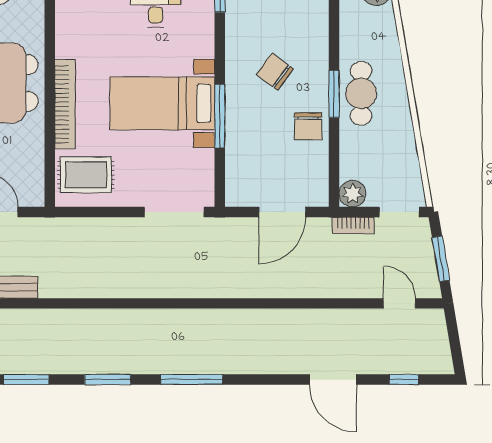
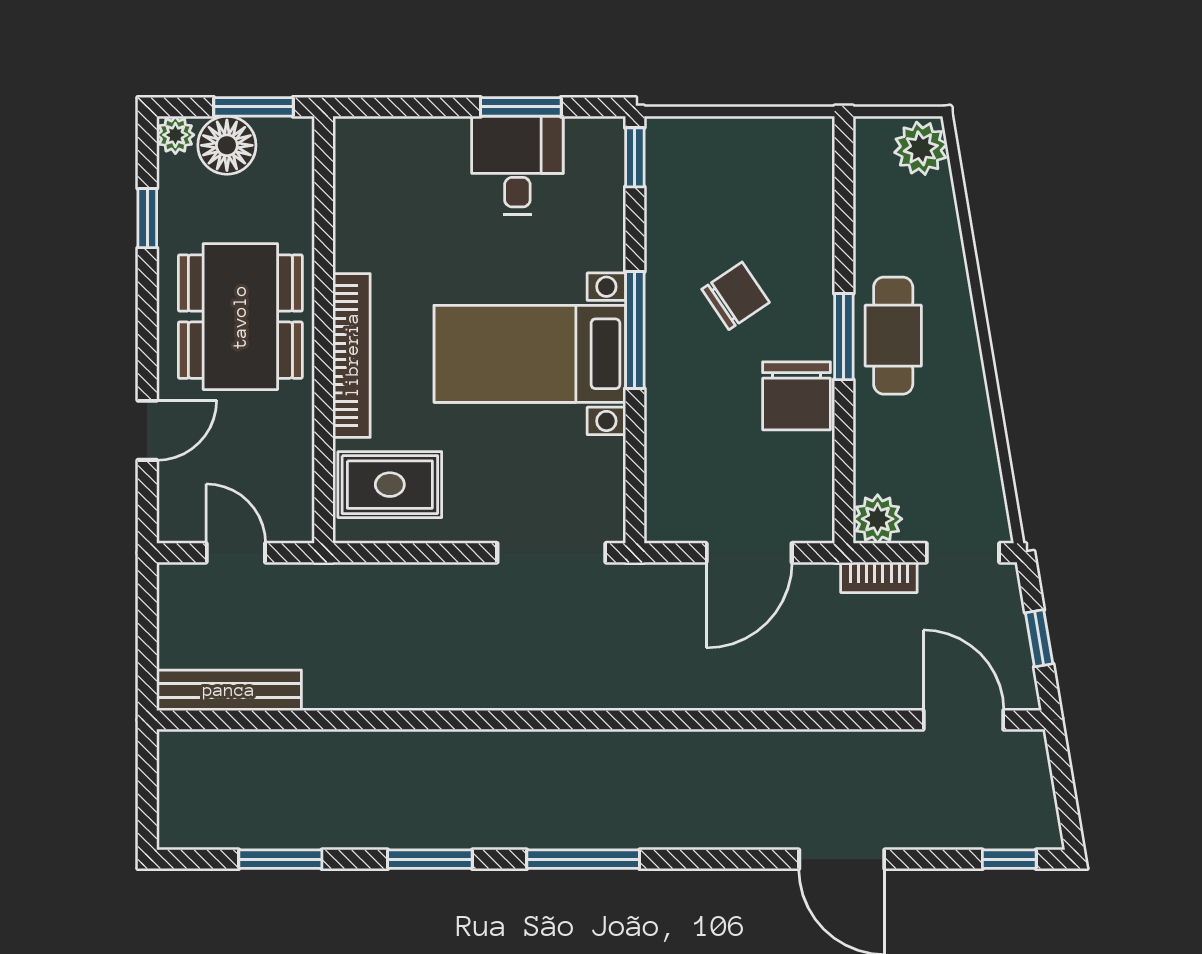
chair: (275, 72) -> (736, 296), turned 109
window: (220, 116) -> (635, 330), moved
chair: (308, 126) -> (797, 396), width x1.37, depth x1.37
window: (441, 259) -> (1039, 638), width x0.67
door: (399, 303) -> (963, 720), width x1.38
window: (404, 380) -> (1009, 859), moved

